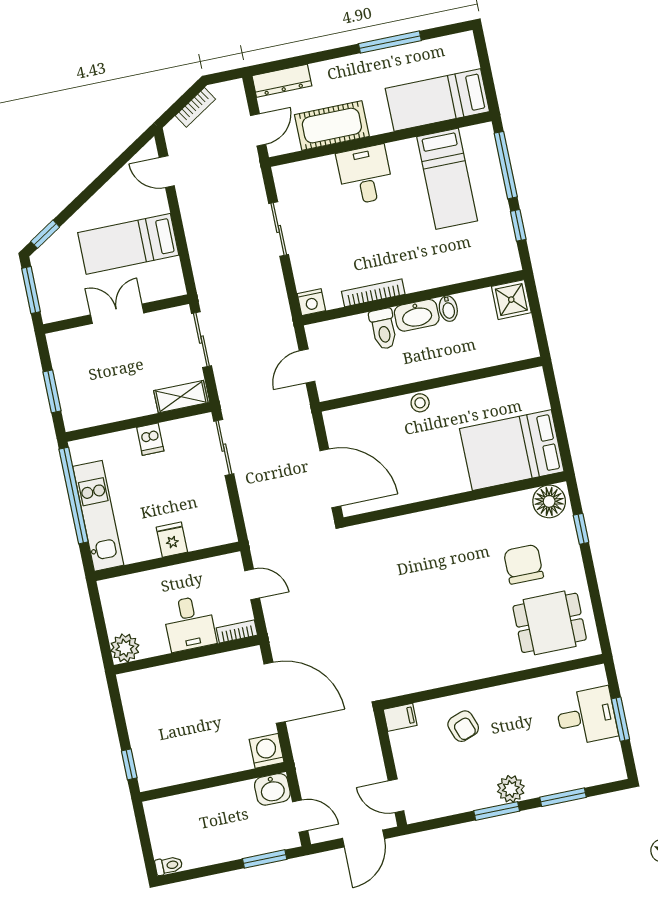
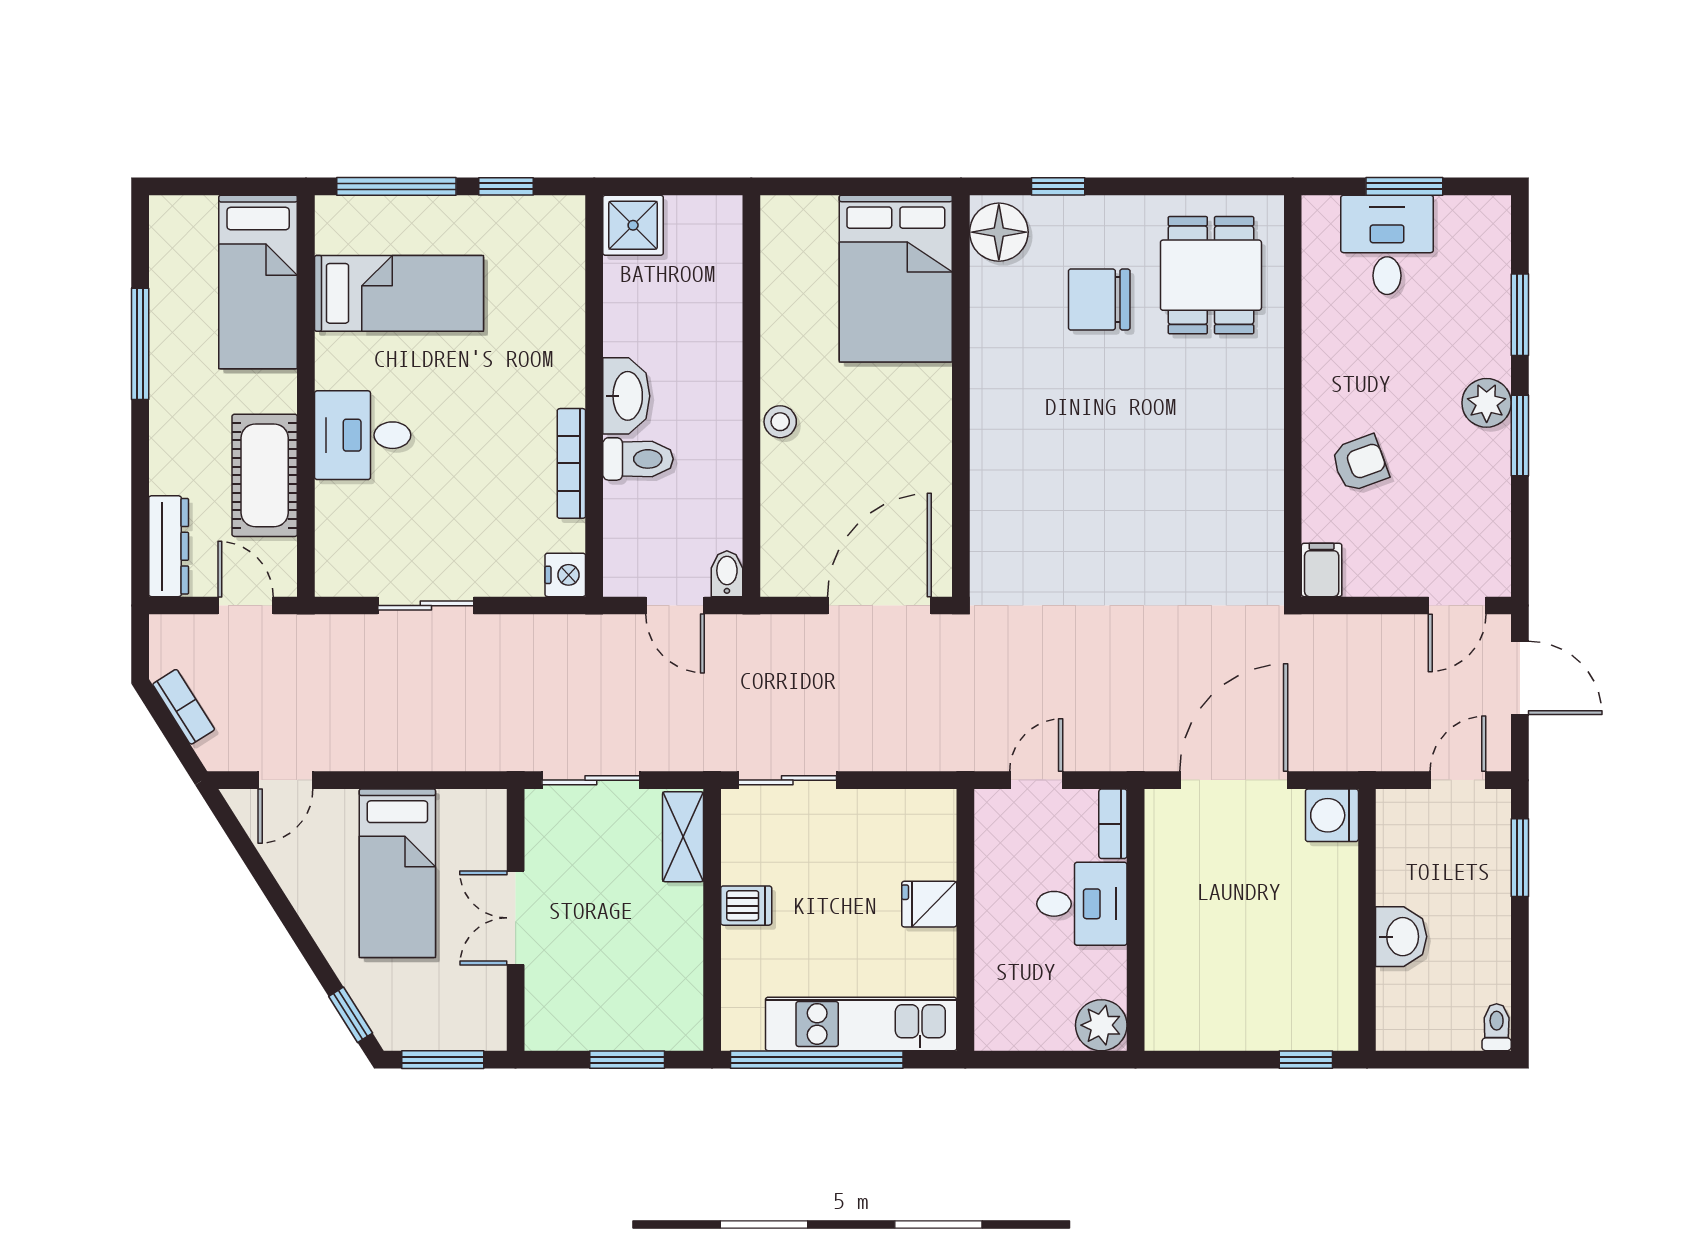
bidet: (448, 309) -> (727, 574), moved, turned -90
washbasin: (272, 789) -> (1401, 937), moved

